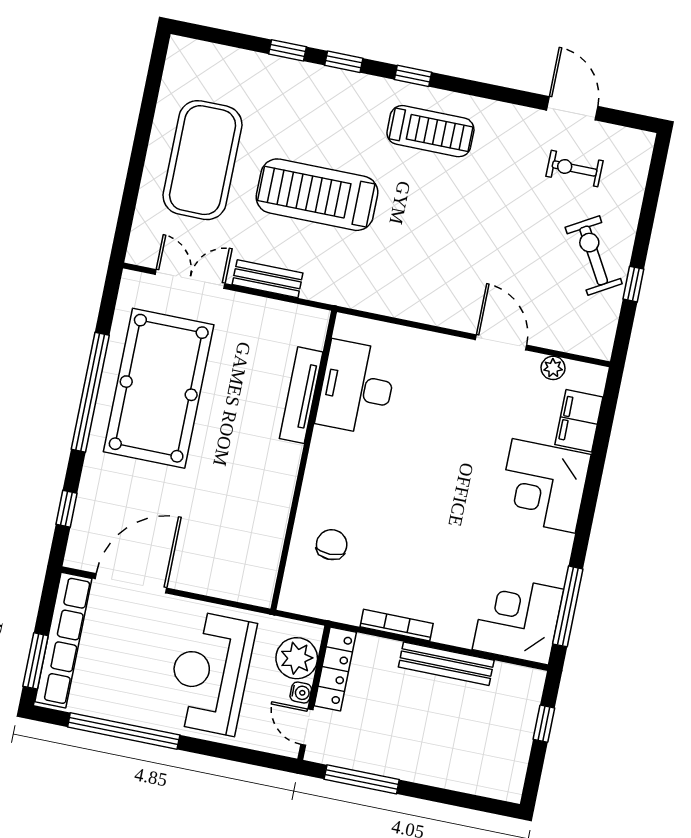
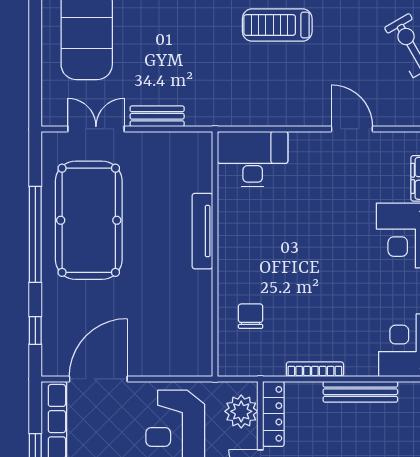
treadmill: (317, 195) -> (277, 25), moved, width x0.73, depth x0.73
plant: (553, 368) -> (397, 141), removed
desk: (357, 388) -> (253, 159), moved, turned 90
tv unit: (301, 395) -> (202, 231), moved
water cooler: (301, 693) -> (250, 438), removed

